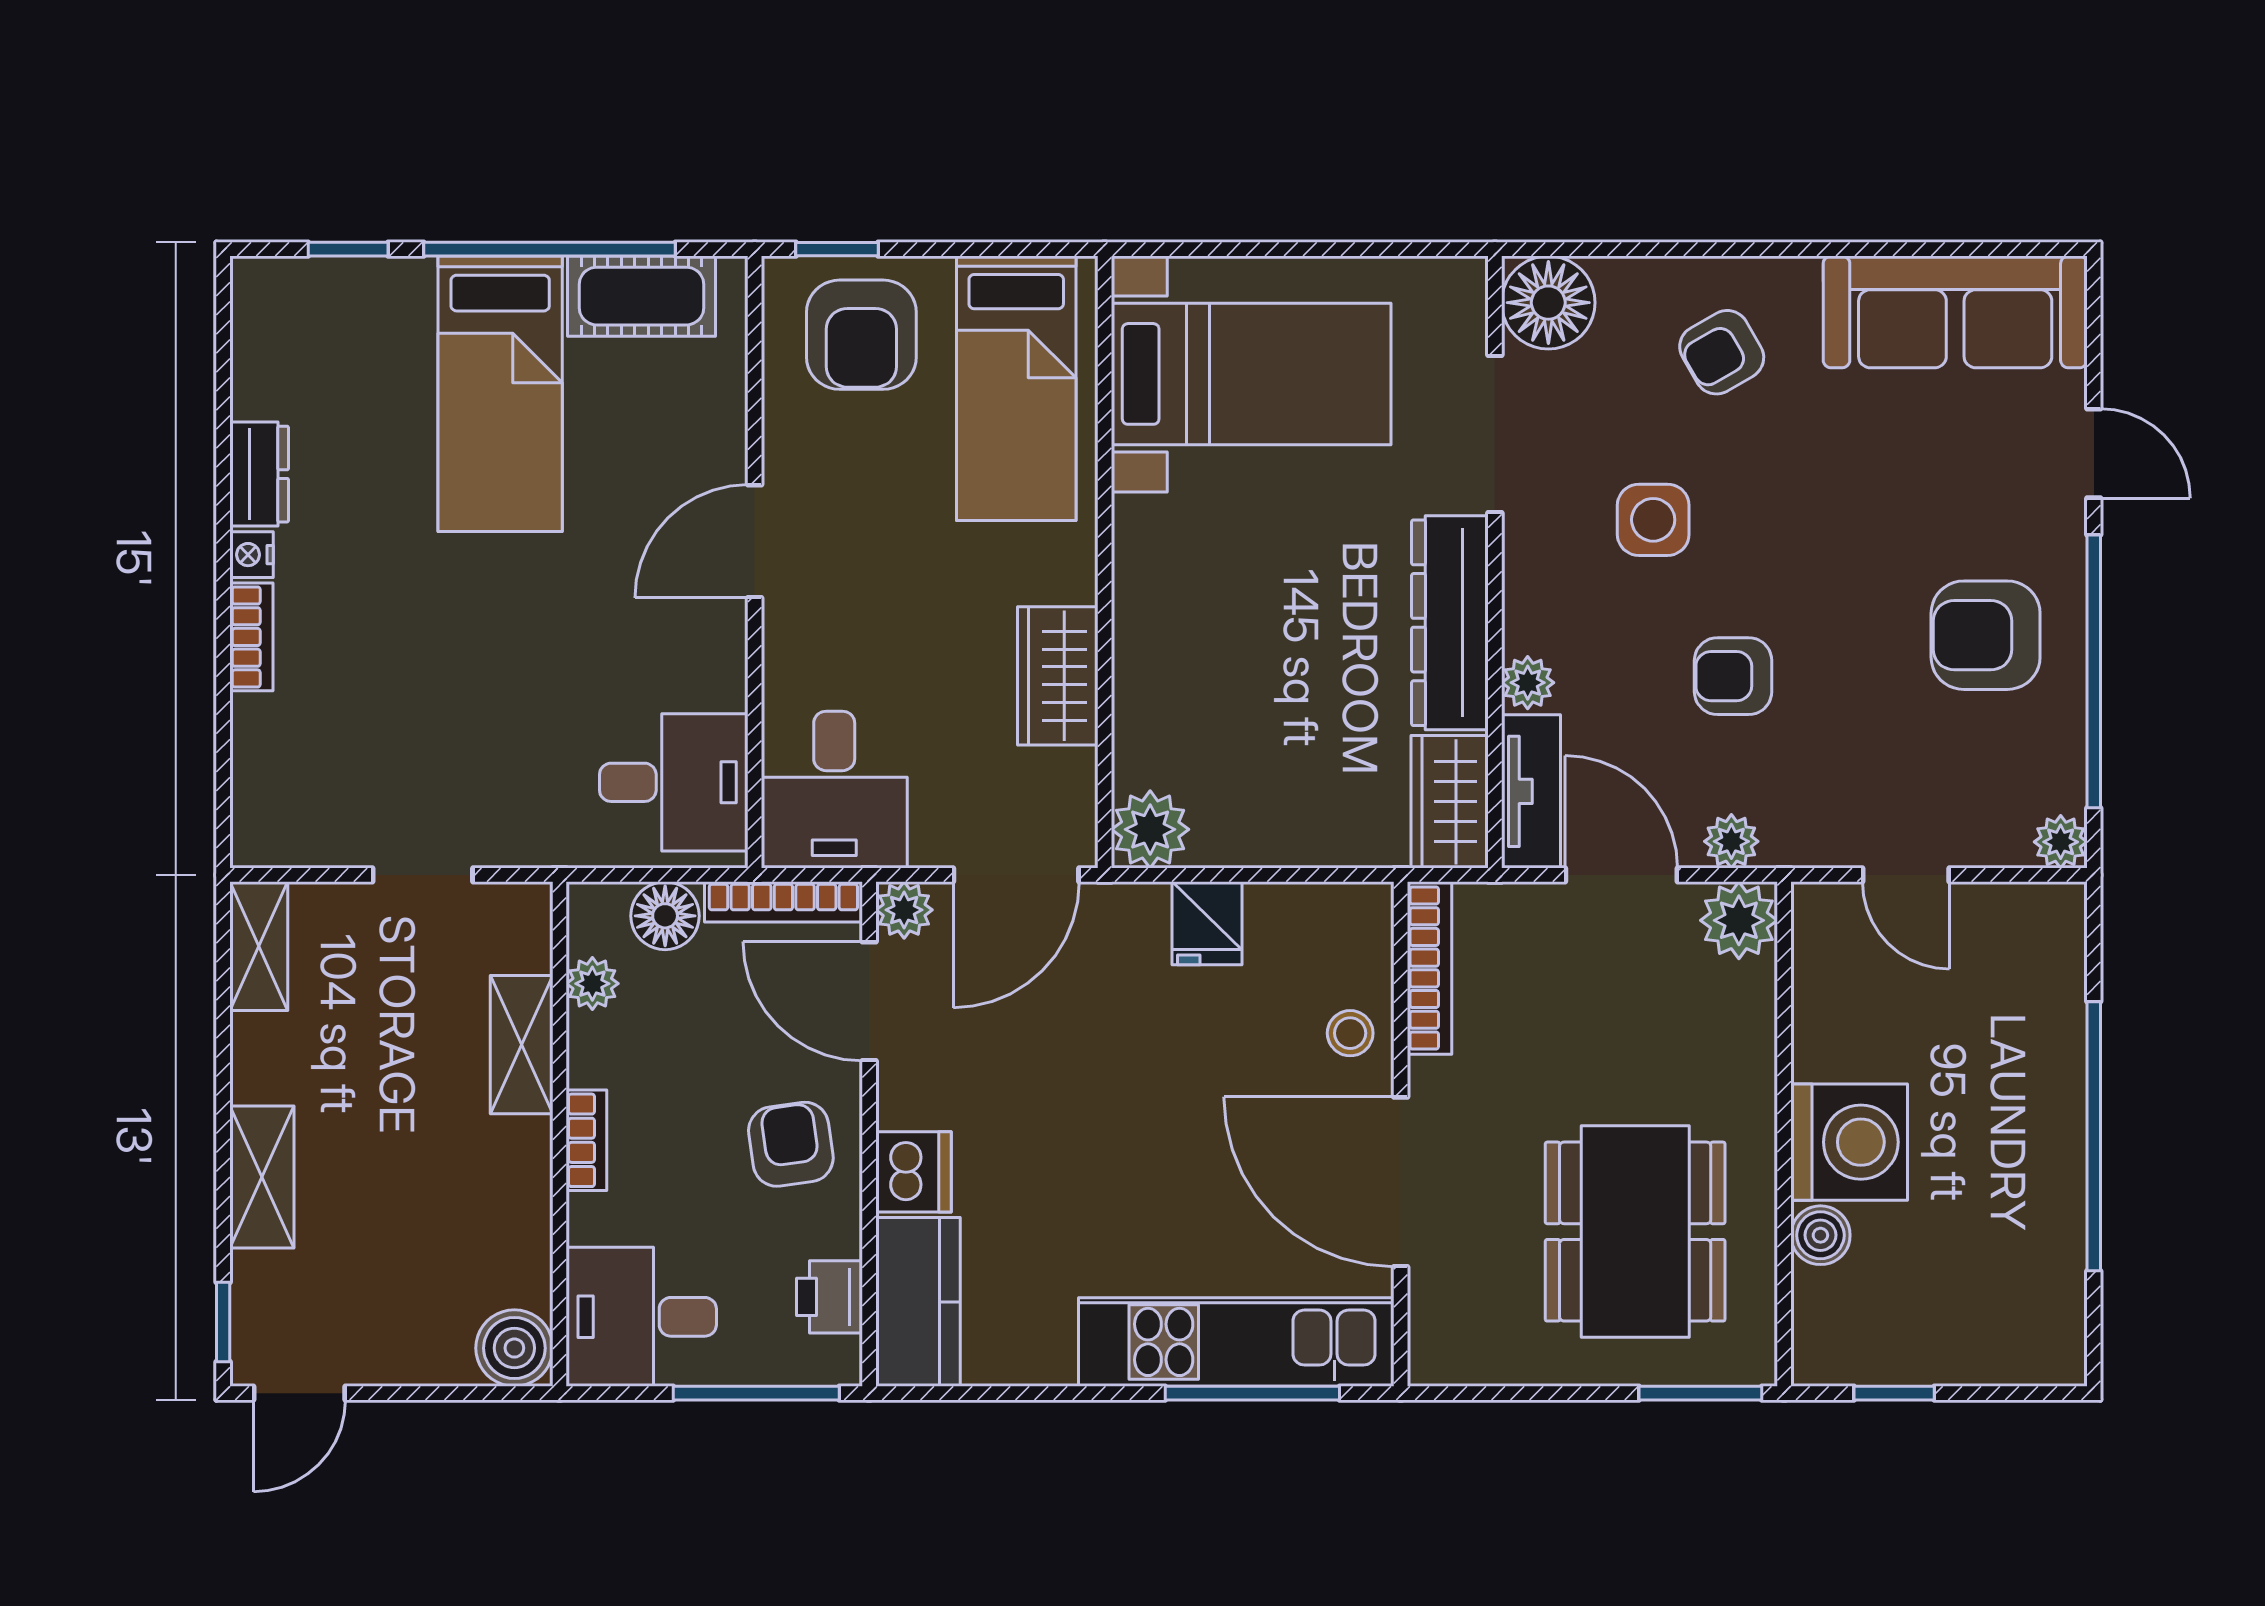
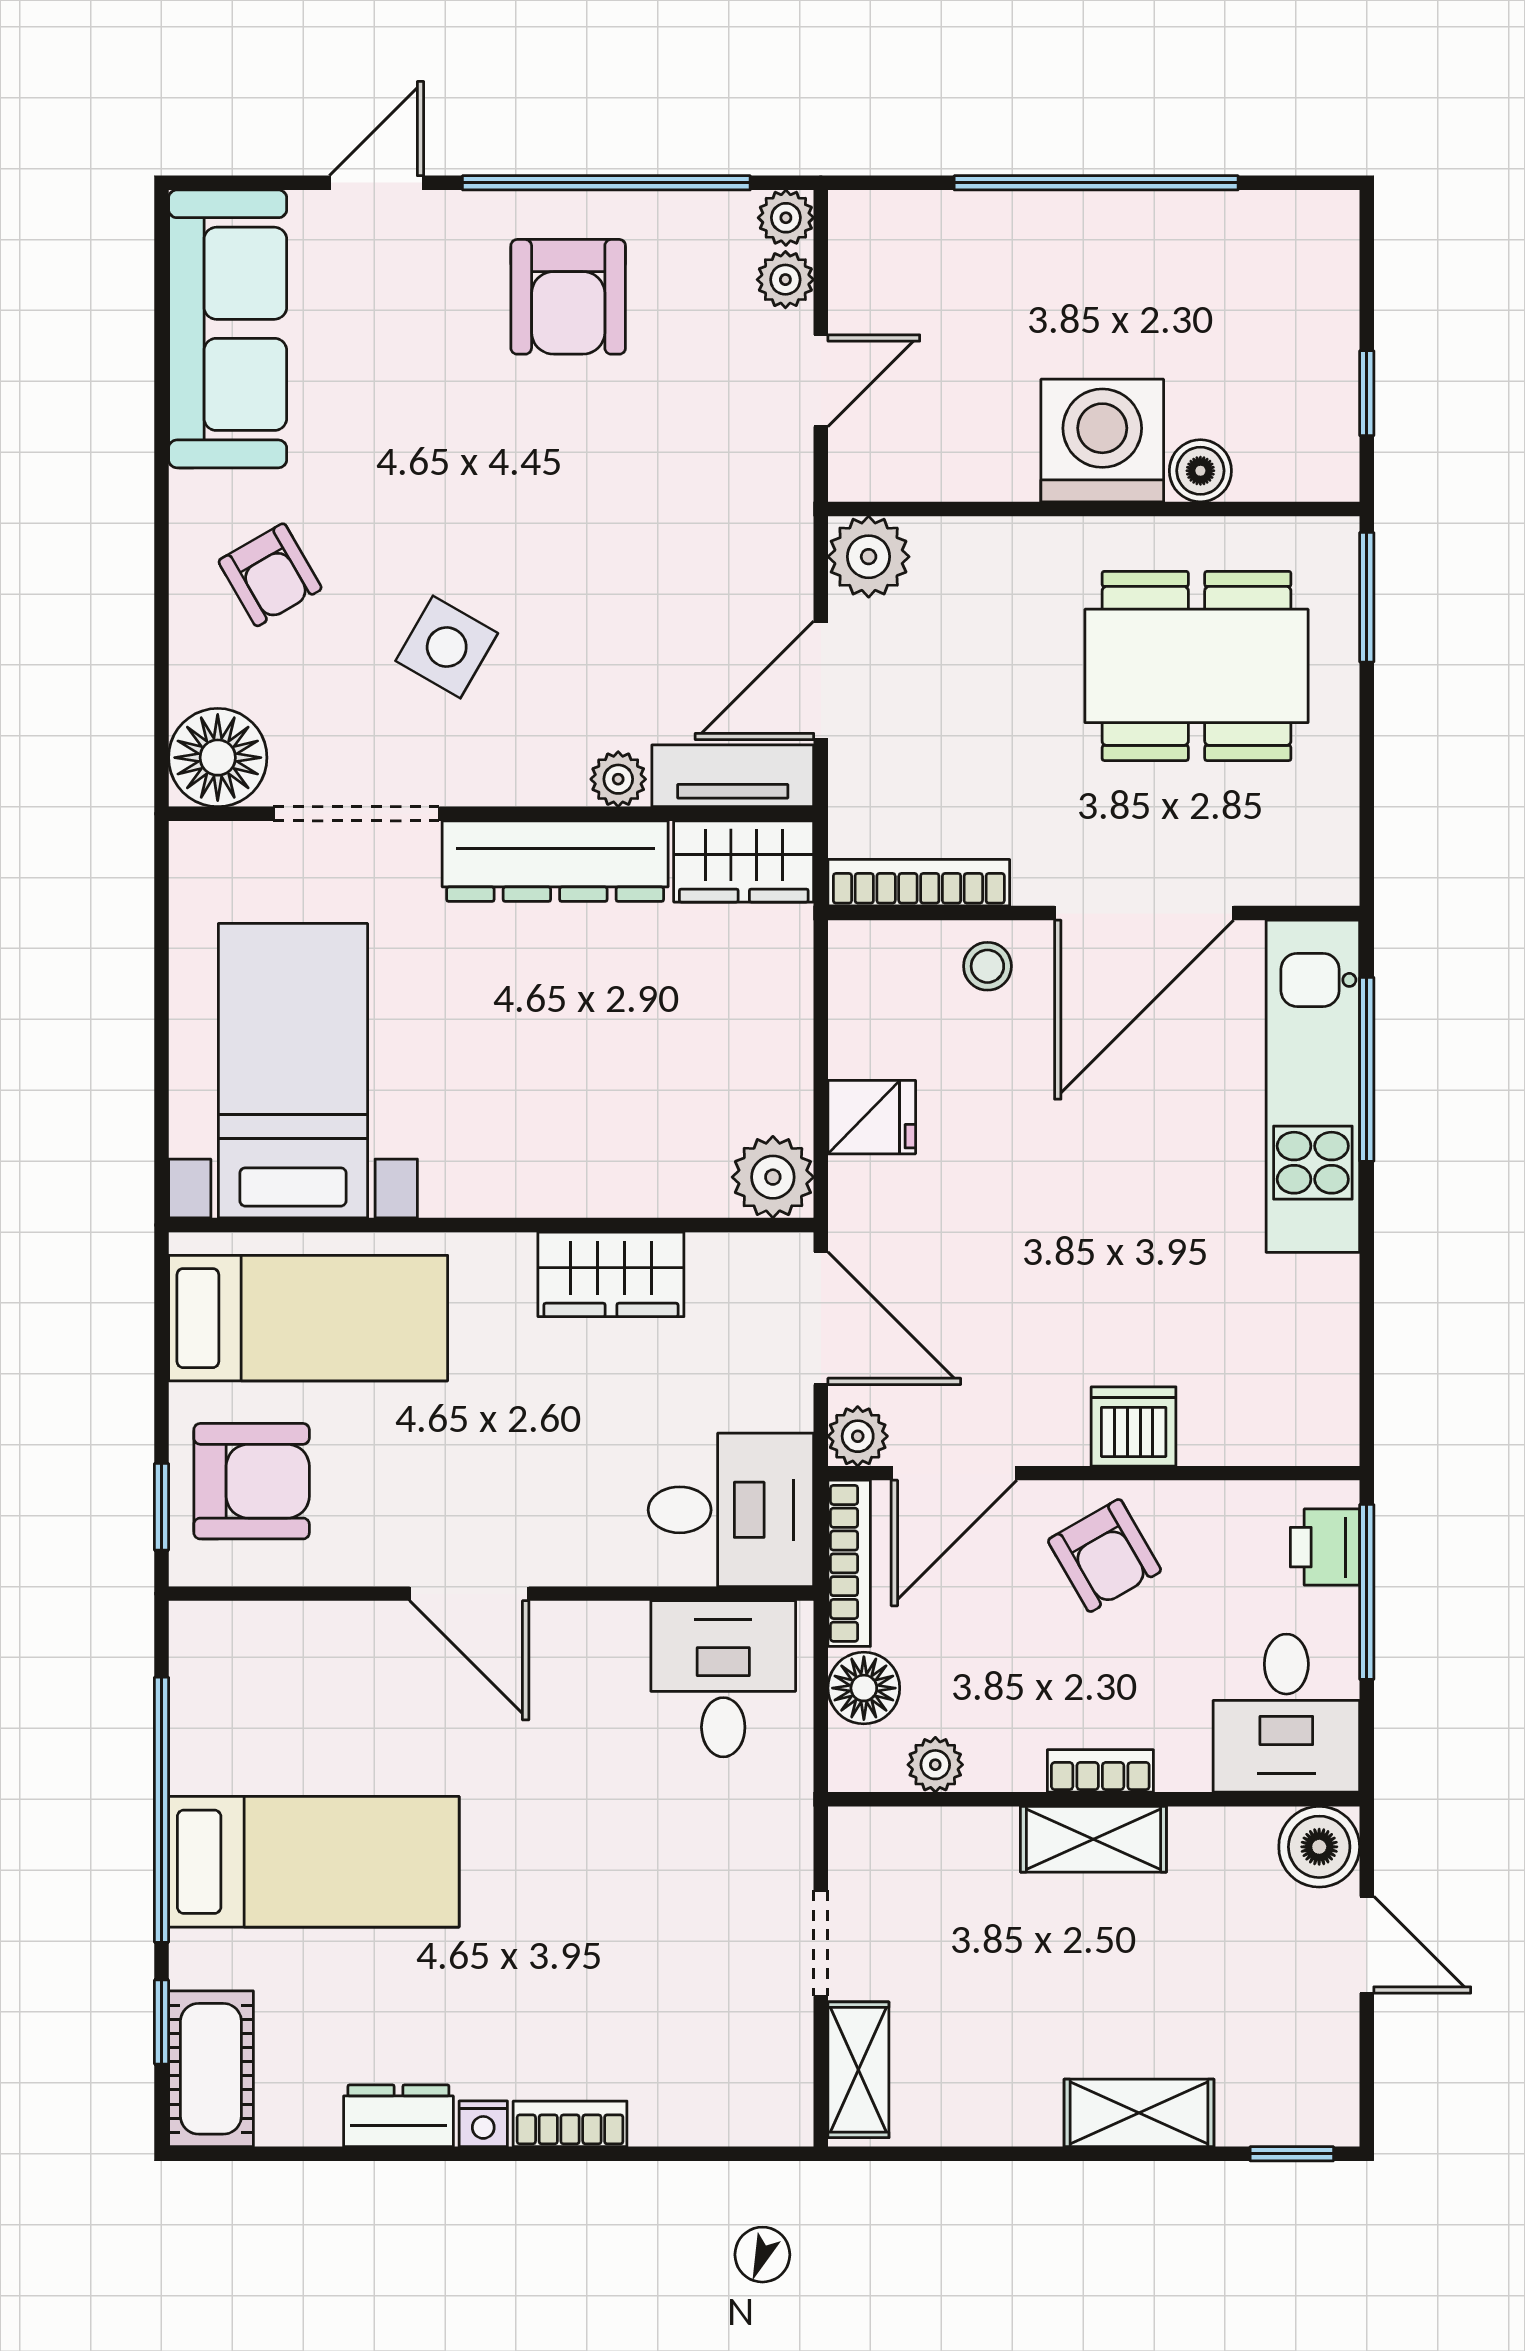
cot: (642, 296) -> (211, 2069), moved
side table: (1653, 520) -> (447, 647), turned 30
armchair: (1733, 676) -> (611, 563), removed
plant: (1731, 841) -> (785, 280), moved
shelving: (259, 946) -> (858, 2070), moved, turned 90
shelving: (522, 1045) -> (1093, 1839), moved
armchair: (791, 1144) -> (1105, 1556), turned -112
printer: (829, 1297) -> (1325, 1547), moved, turned 90
kitchen counter: (918, 1302) -> (1271, 1422), removed
door: (299, 1393) -> (1367, 1945), moved

